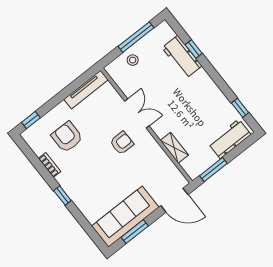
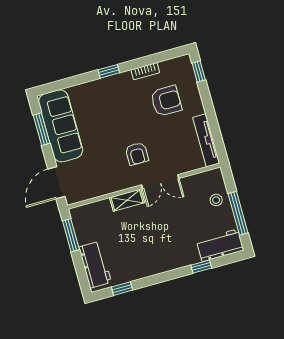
workbench: (182, 57) -> (220, 245), moved
shelving: (174, 148) -> (127, 200), moved

